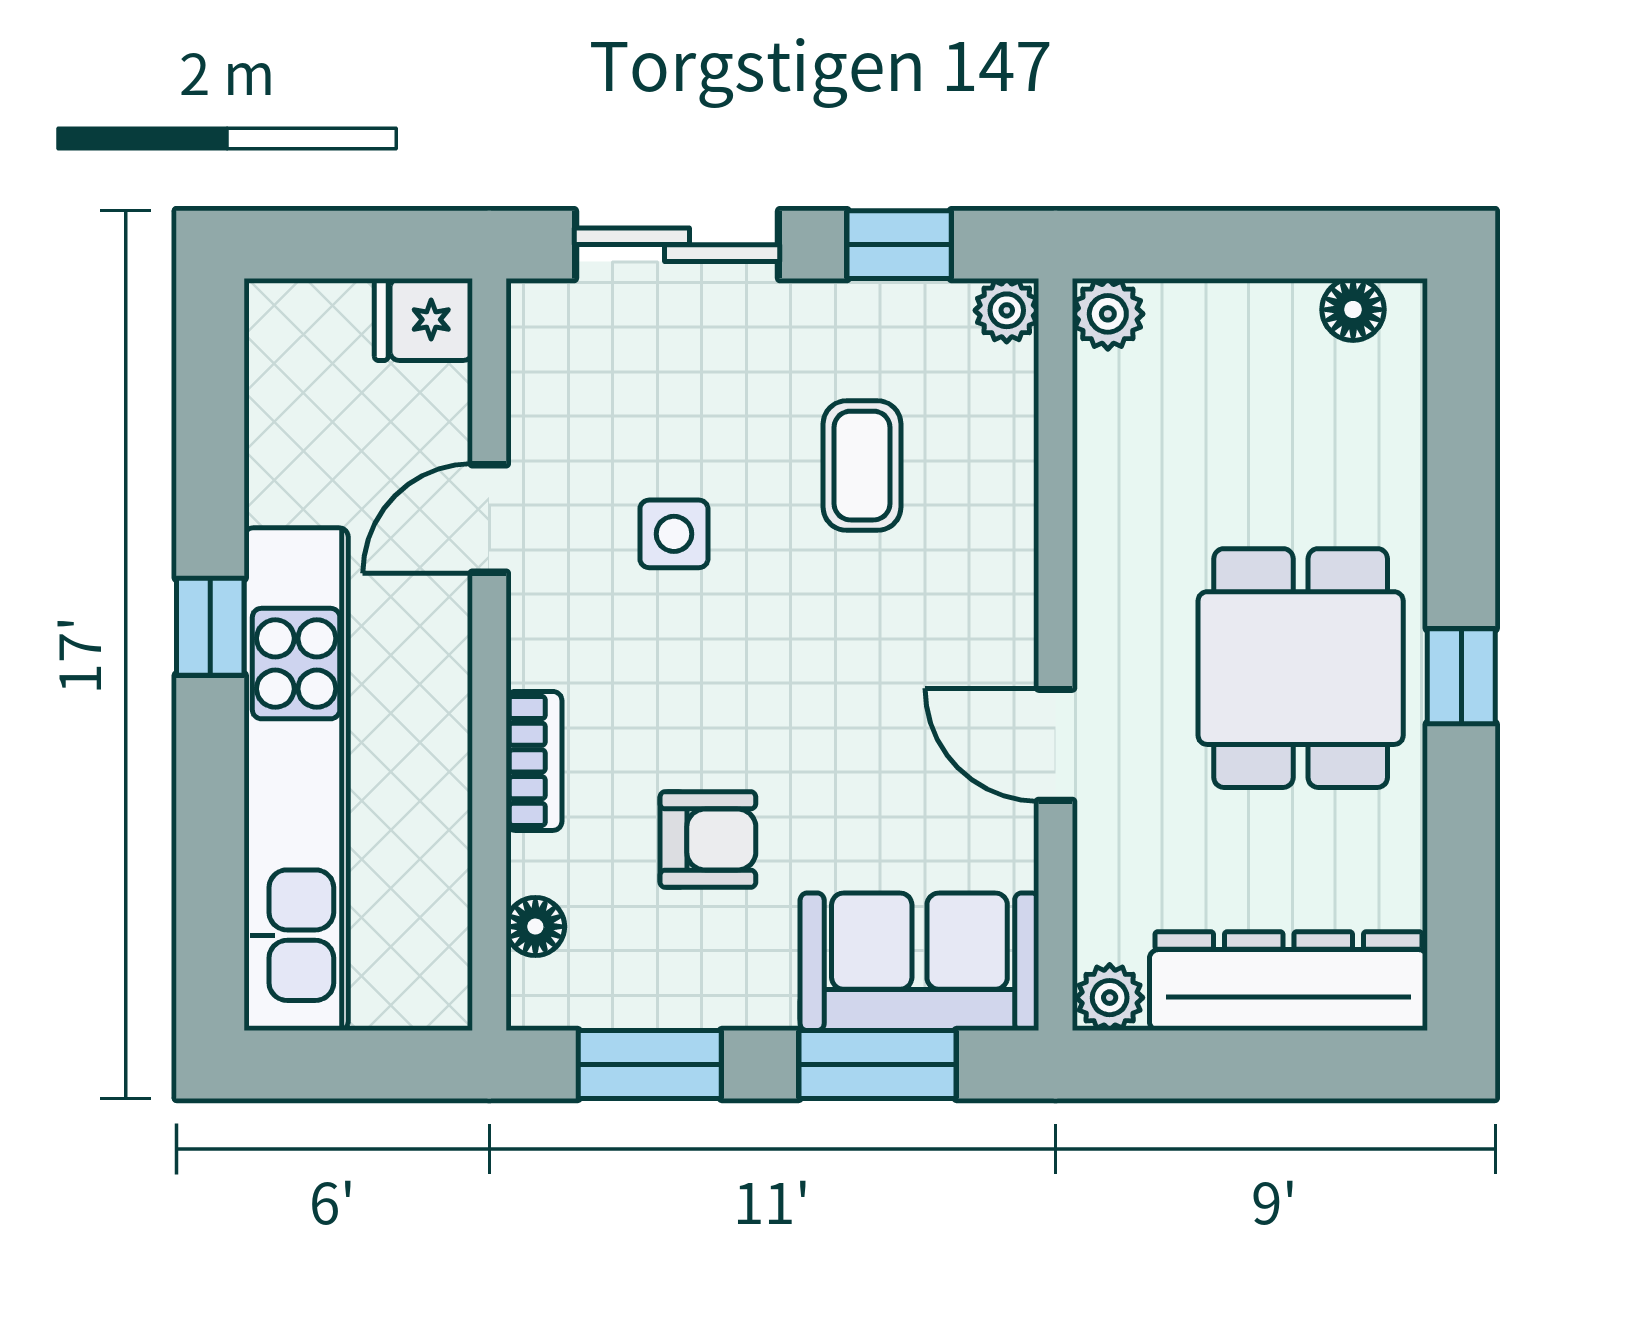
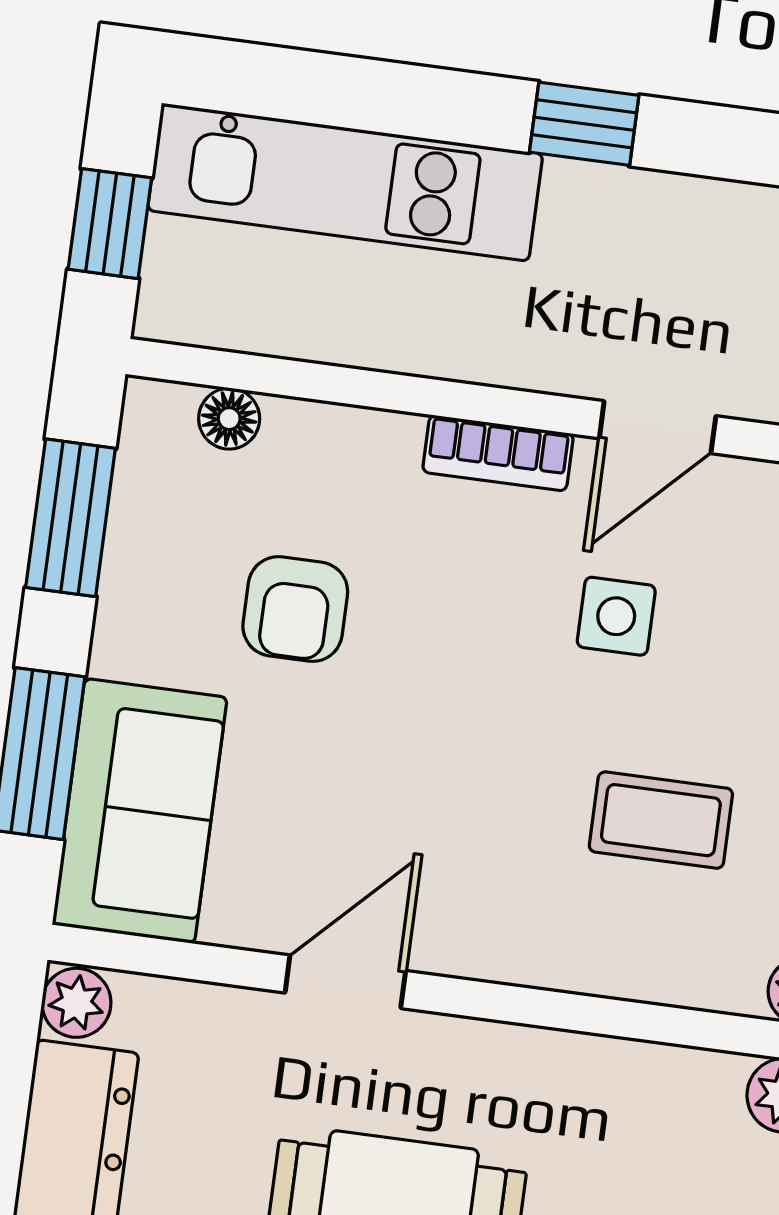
door: (489, 519) -> (658, 427), swing flipped
bookcase: (534, 761) -> (498, 453), moved
kitchen unit: (296, 779) -> (345, 182), width x0.73
window: (365, 1065) -> (110, 224), added

